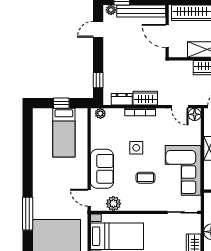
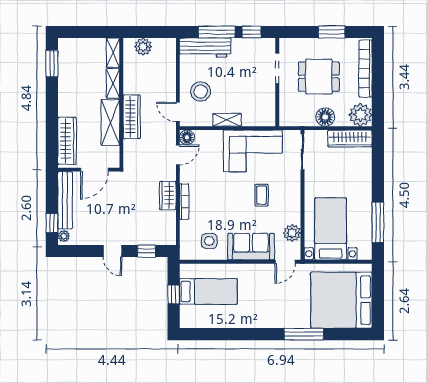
door: (98, 29) -> (112, 251), moved
dresser: (122, 99) -> (169, 223), removed
plant: (100, 113) -> (186, 249), removed
side table: (136, 148) -> (209, 241), moved

